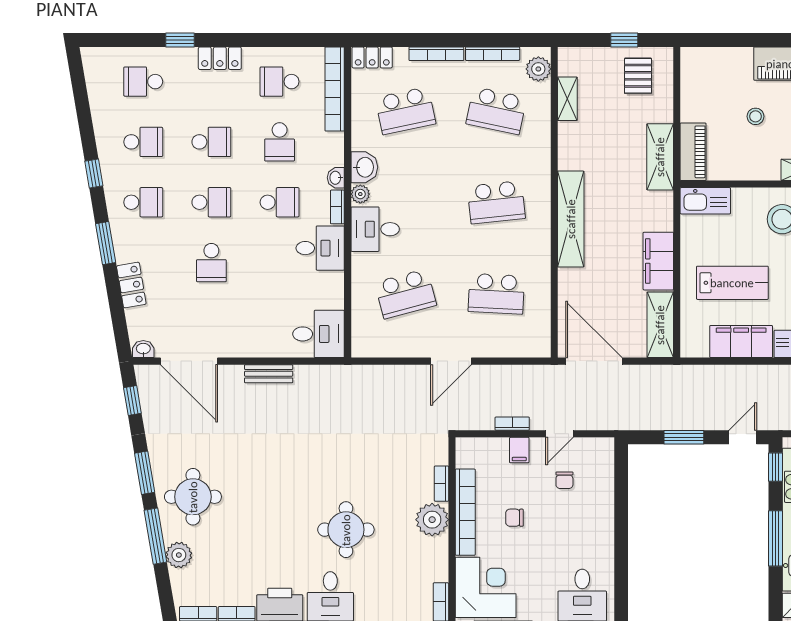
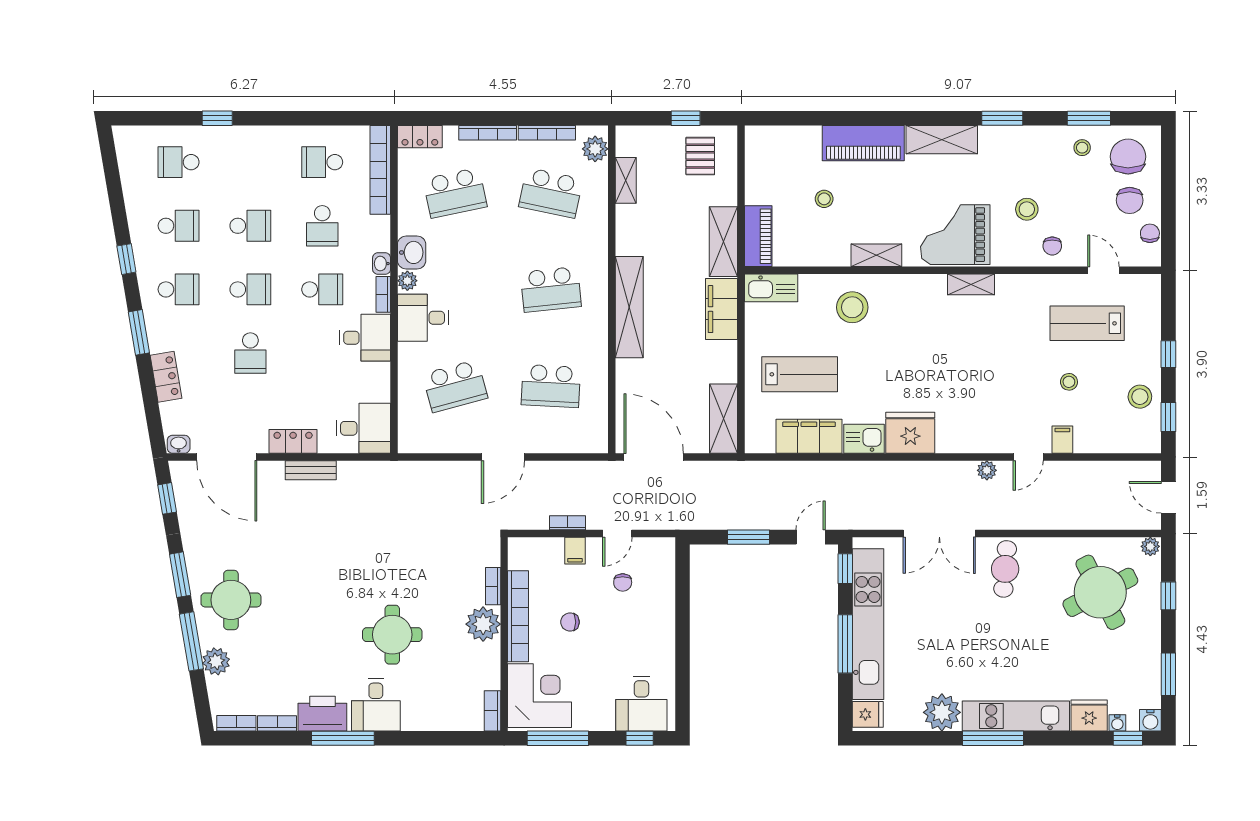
locker: (220, 58) -> (293, 441), moved, turned 180
filing cabinet: (658, 261) -> (722, 309), moved

